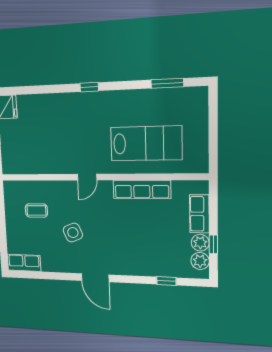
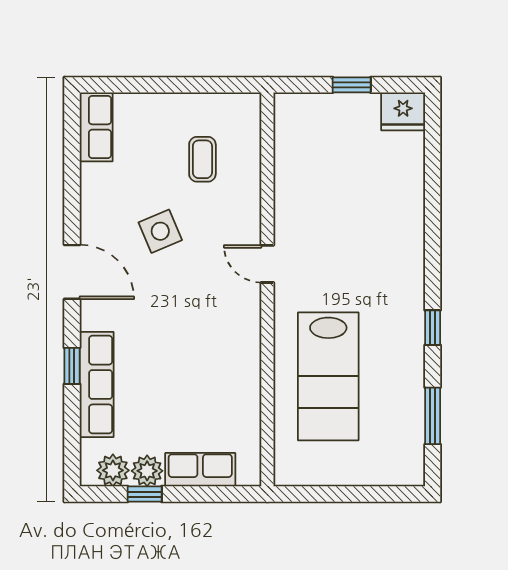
window: (89, 87) -> (433, 328), moved
row of seats: (142, 189) -> (97, 385), moved, turned 180
door: (95, 278) -> (72, 272), swing flipped
window: (166, 281) -> (72, 366), moved

